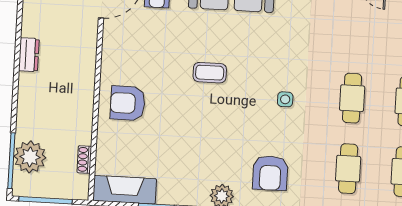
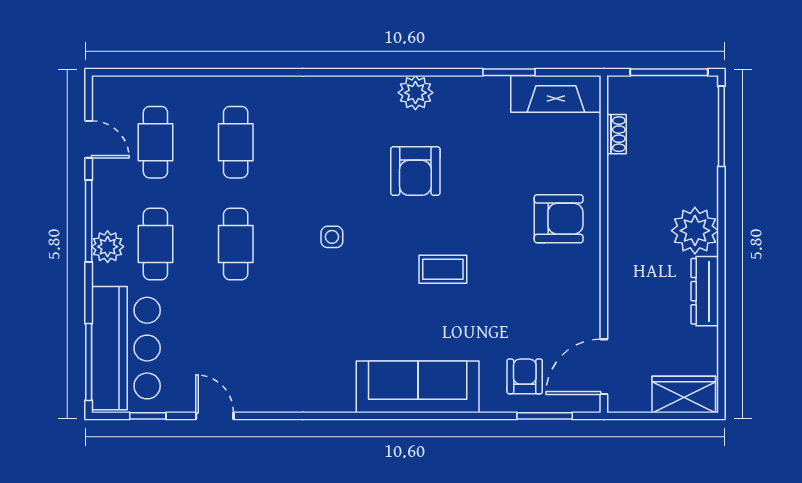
dresser: (29, 55) -> (705, 291), width x1.44
plant: (30, 157) -> (695, 231), moved
armchair: (270, 173) -> (415, 171), moved, turned 180

